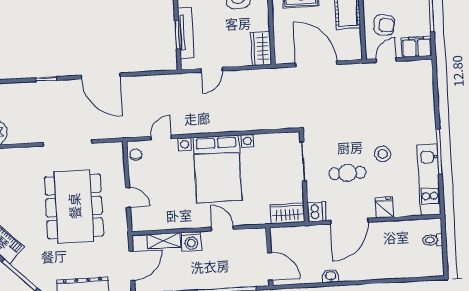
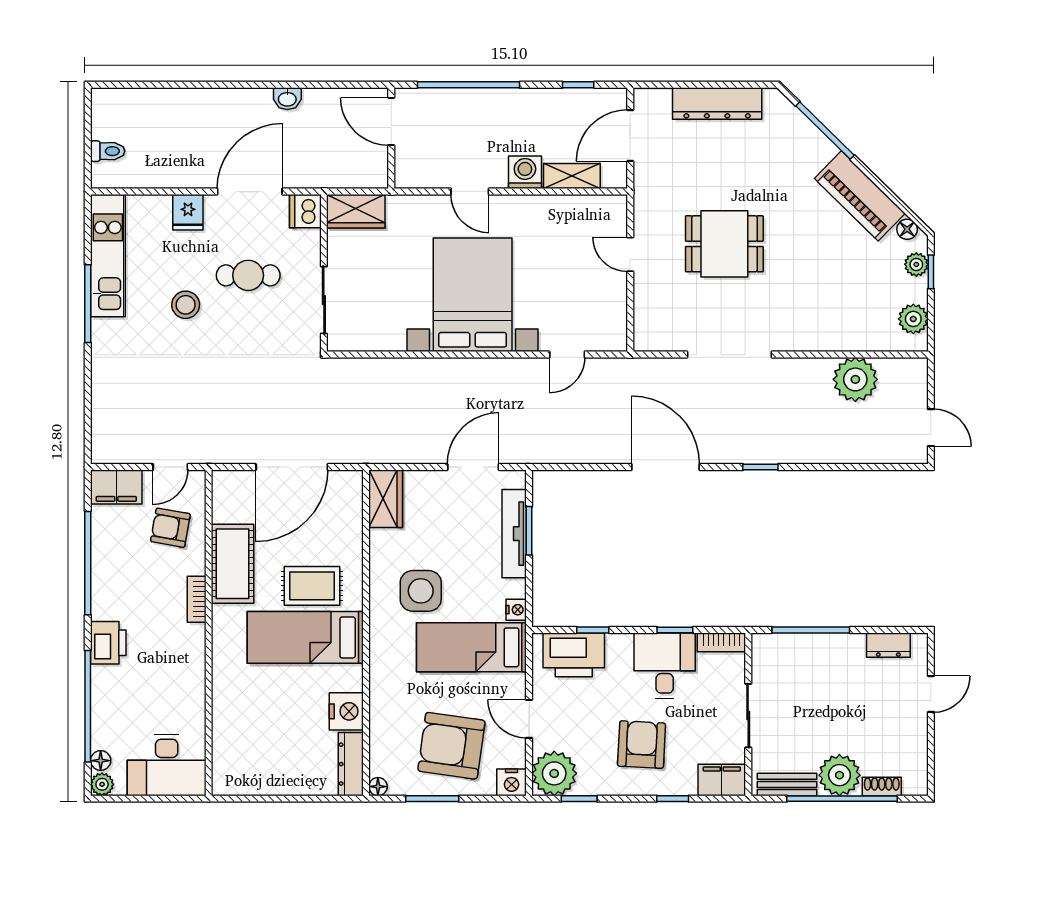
door: (316, 64) -> (292, 467), hinge flipped
door: (212, 70) -> (473, 467), width x1.38
chair: (136, 155) -> (613, 328), removed
dining table: (74, 206) -> (724, 244), width x0.53, depth x0.80

